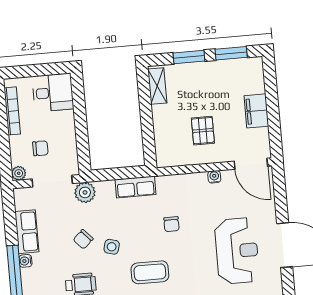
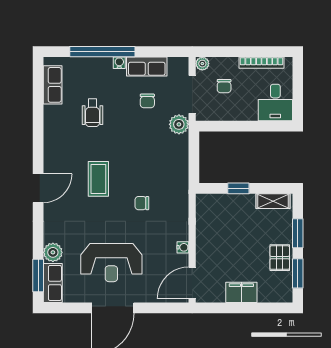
window: (147, 124) -> (238, 188), added
pallet: (203, 131) -> (280, 258), moved, turned 90
row of seats: (136, 187) -> (180, 172), removed
chair: (83, 239) -> (147, 101), moved, turned -137
side table: (112, 247) -> (126, 145), removed

